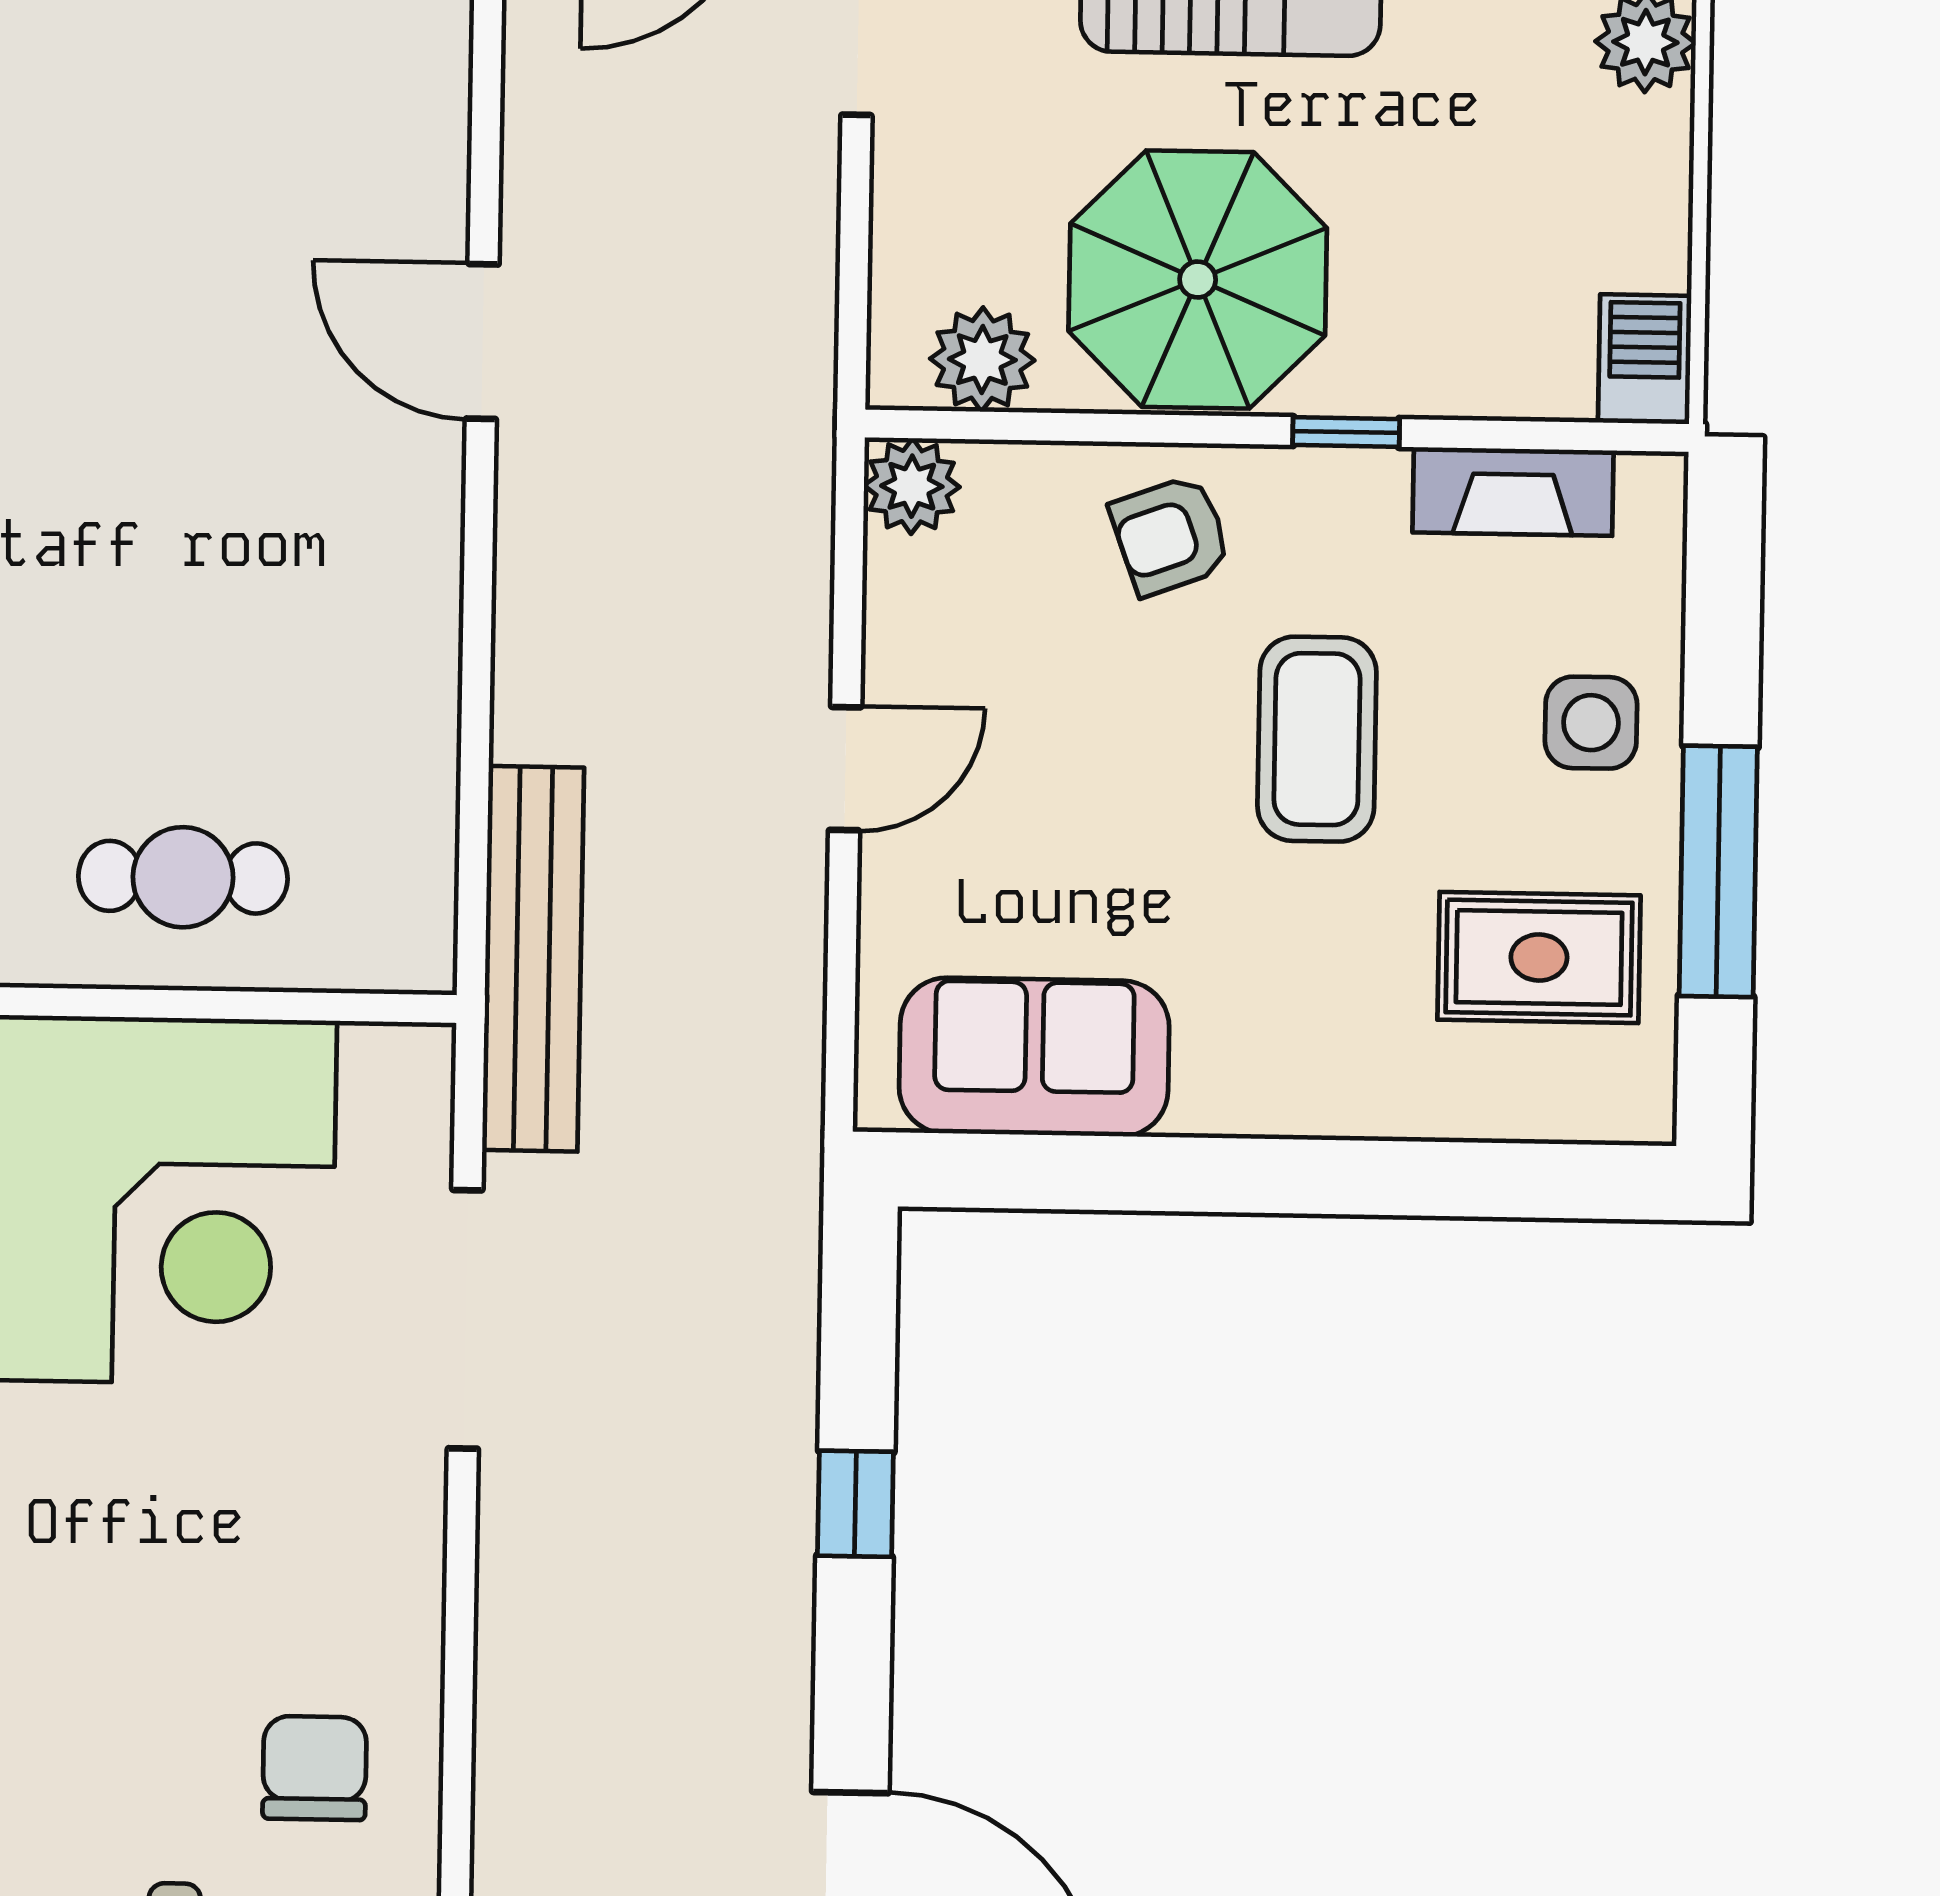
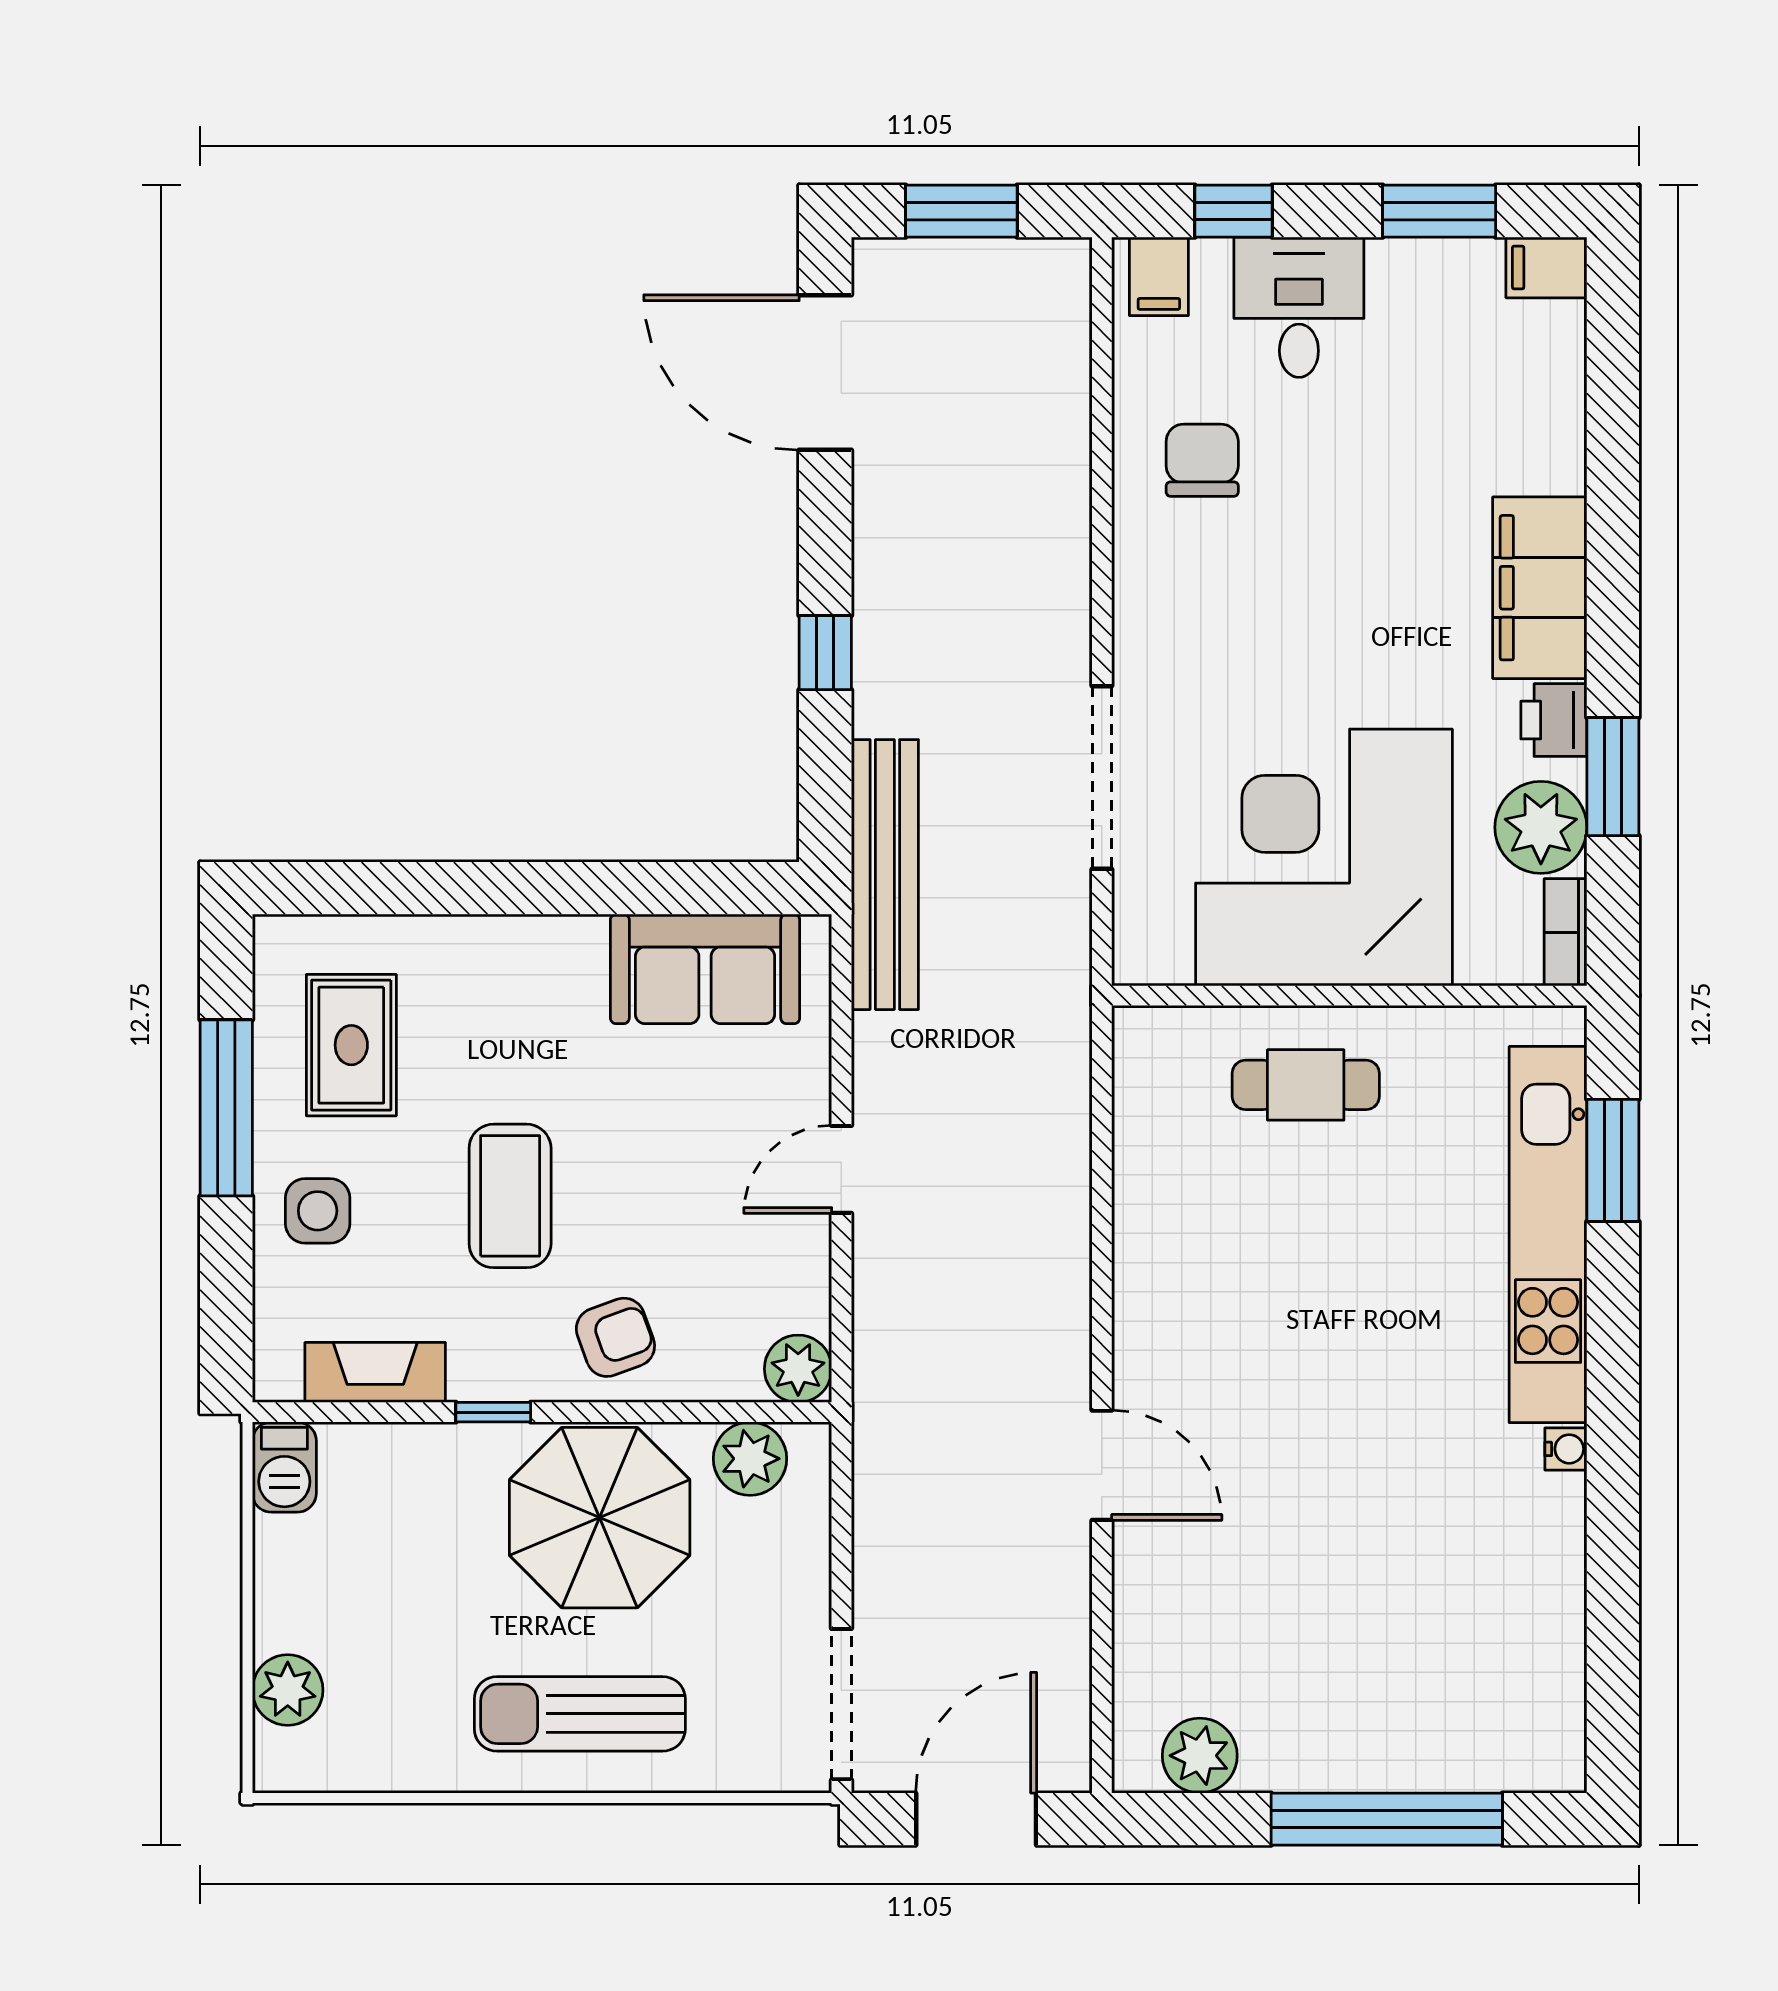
rug: (1539, 958) -> (351, 1045), turned 90
bench: (533, 959) -> (885, 875), moved
chair: (315, 1768) -> (1202, 460), turned 180

